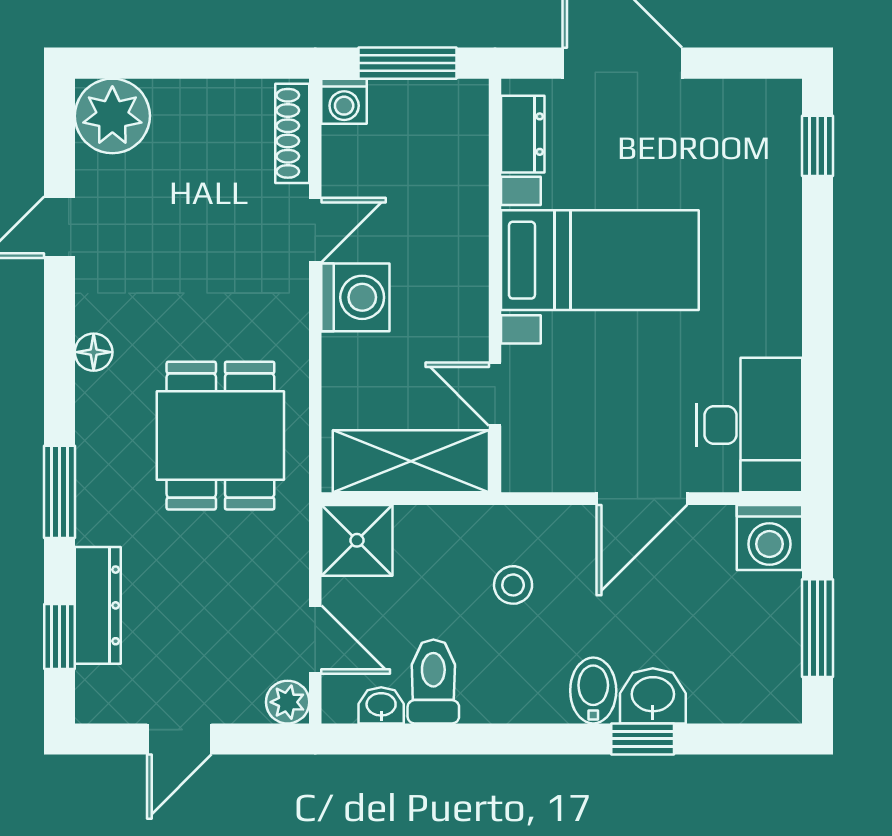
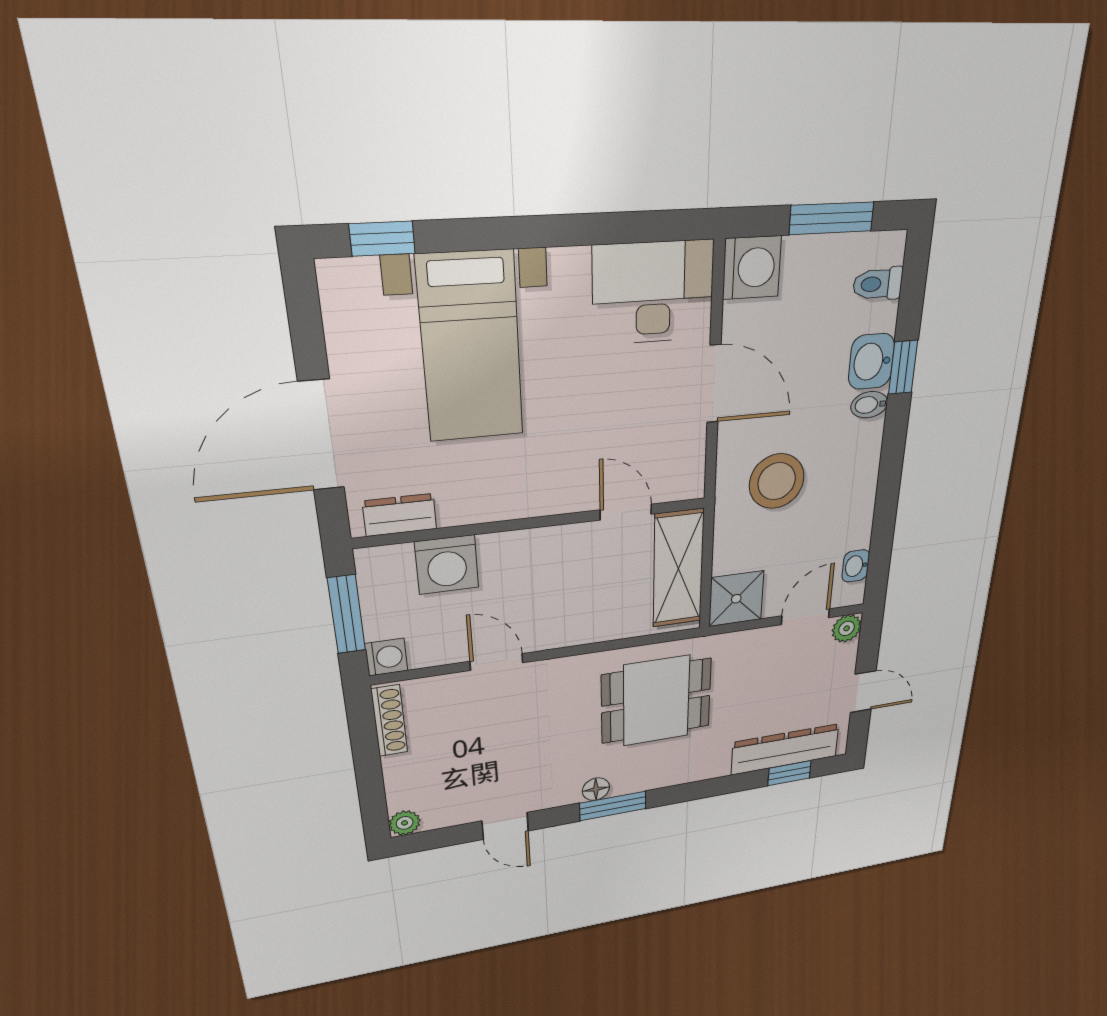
plant: (112, 116) -> (405, 823), width x0.53, depth x0.53
shoe rack: (292, 133) -> (389, 721), moved, turned -90
bed with nightstands: (600, 260) -> (471, 348), moved, turned 180
washing machine: (355, 297) -> (447, 565), moved, turned 180
door: (495, 394) -> (626, 512), swing flipped
window: (60, 492) -> (613, 806), moved
stool: (513, 585) -> (777, 481), width x1.89, depth x1.89
dresser: (98, 605) -> (785, 749), width x1.37, depth x1.24
toilet: (433, 681) -> (878, 284), moved, width x0.73, depth x0.72
bidet: (593, 691) -> (869, 405), width x0.72, depth x0.74

